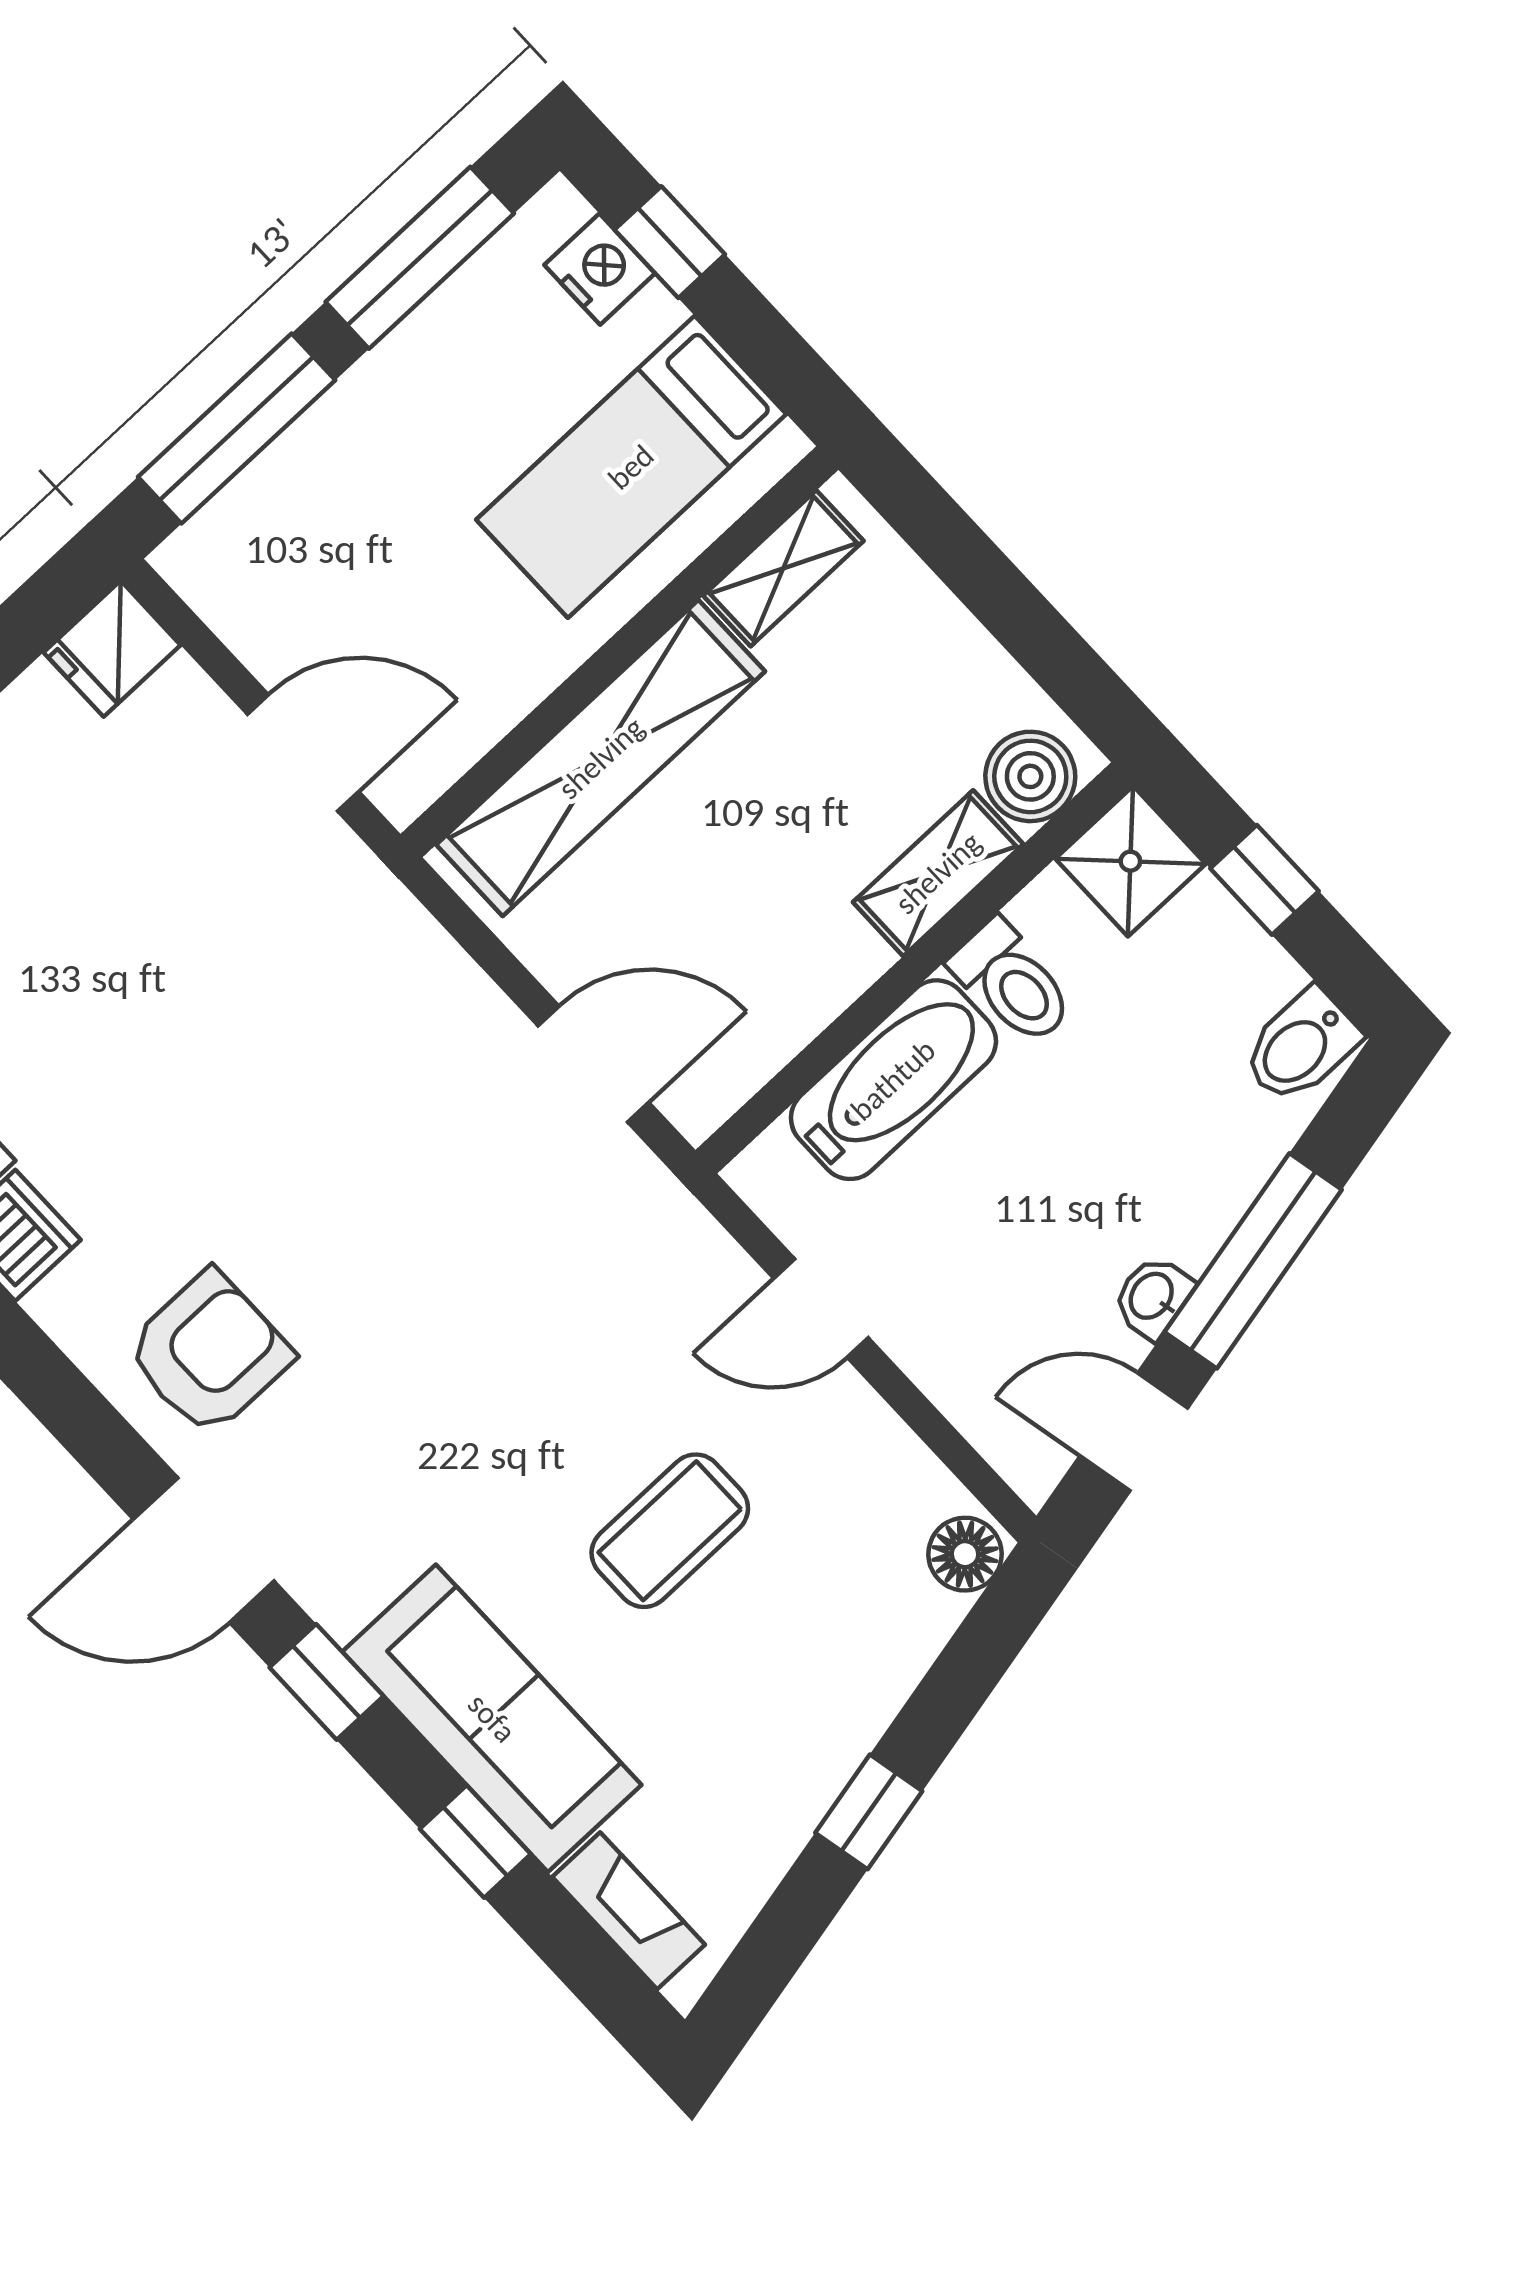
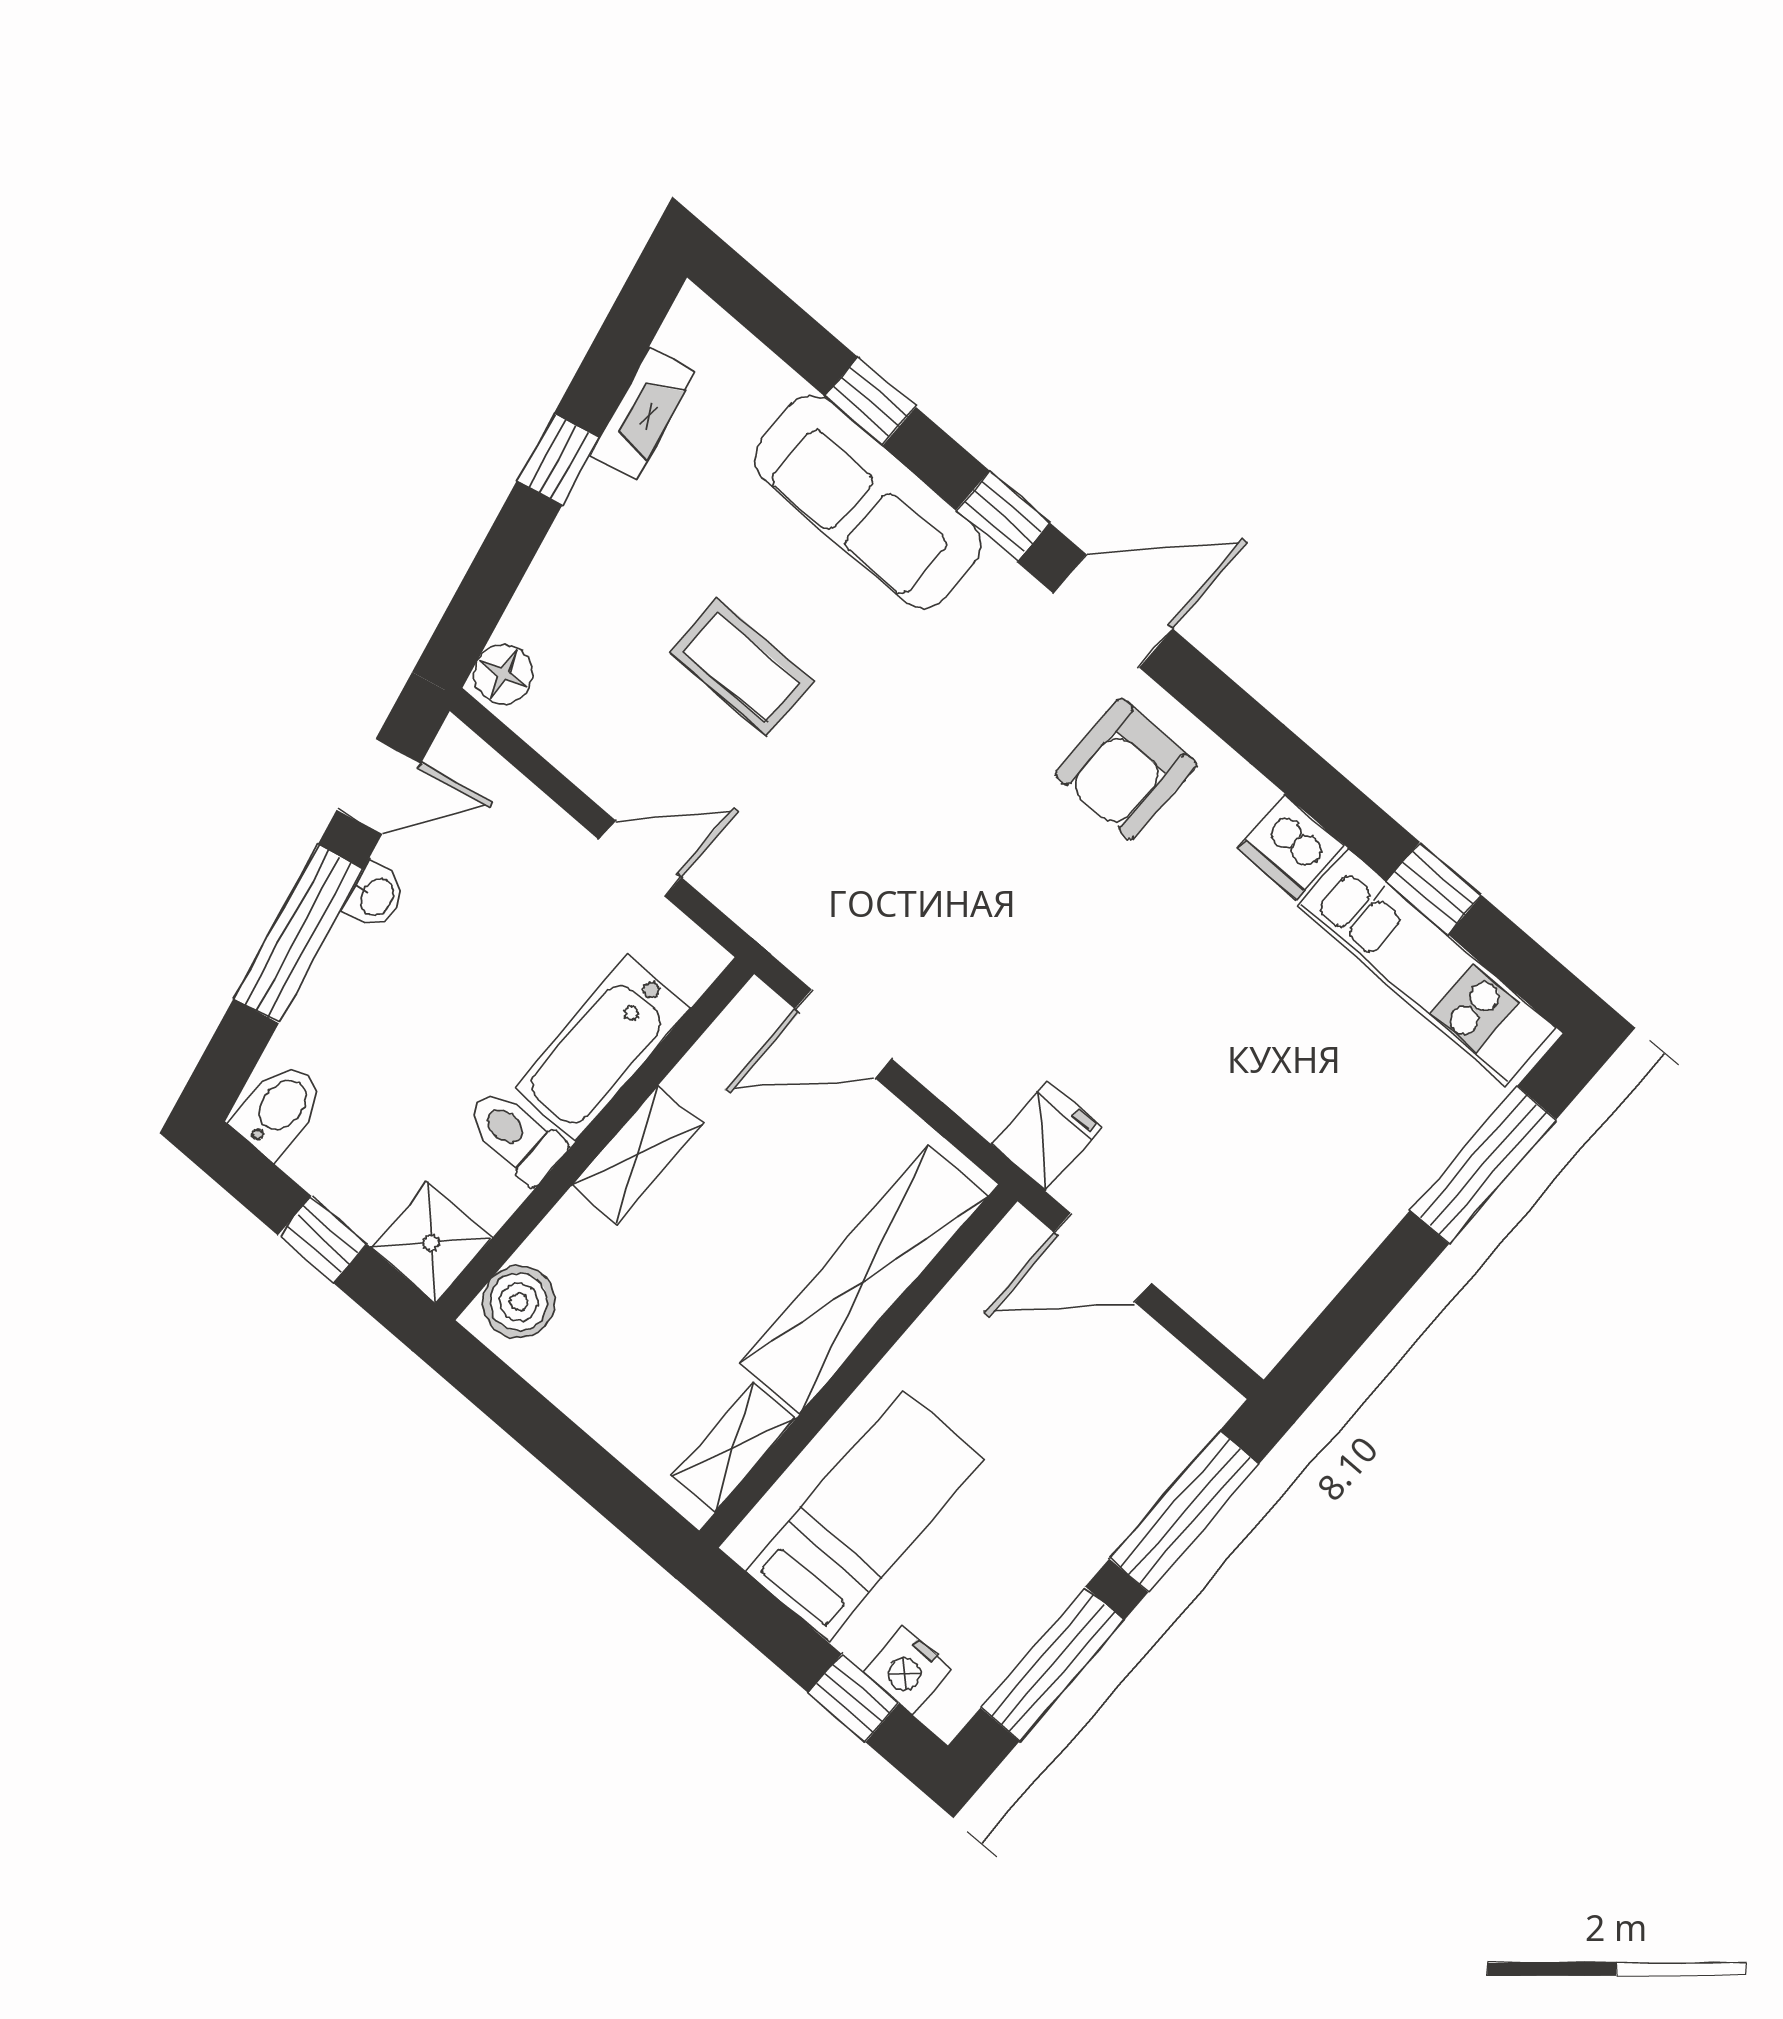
fridge: (112, 649) -> (1046, 1136), moved
shelving: (938, 873) -> (637, 1155), moved
coffee table: (670, 1531) -> (742, 667), turned 90
fireplace: (629, 1911) -> (643, 413), moved, turned -102

